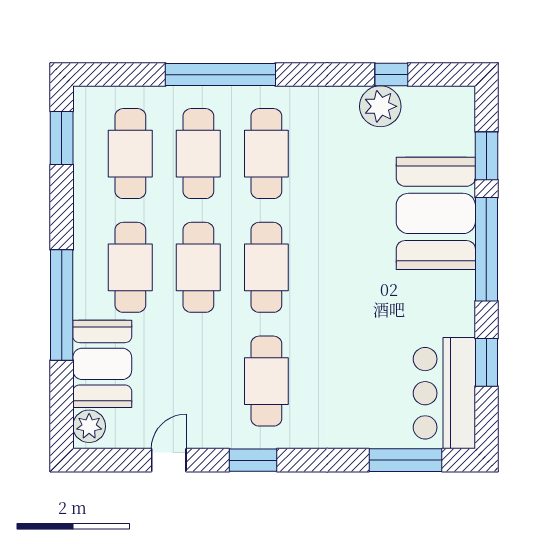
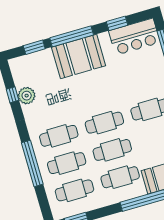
booth: (436, 213) -> (79, 56), moved

